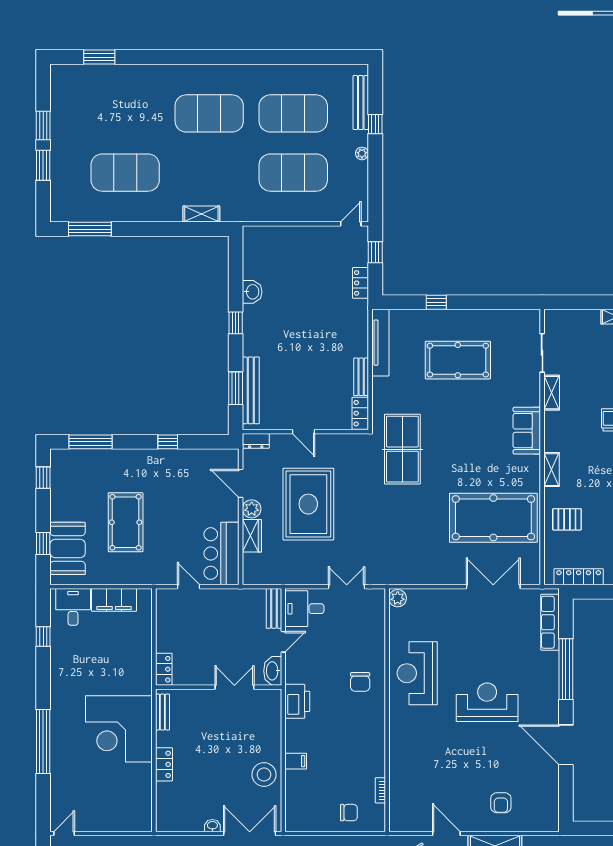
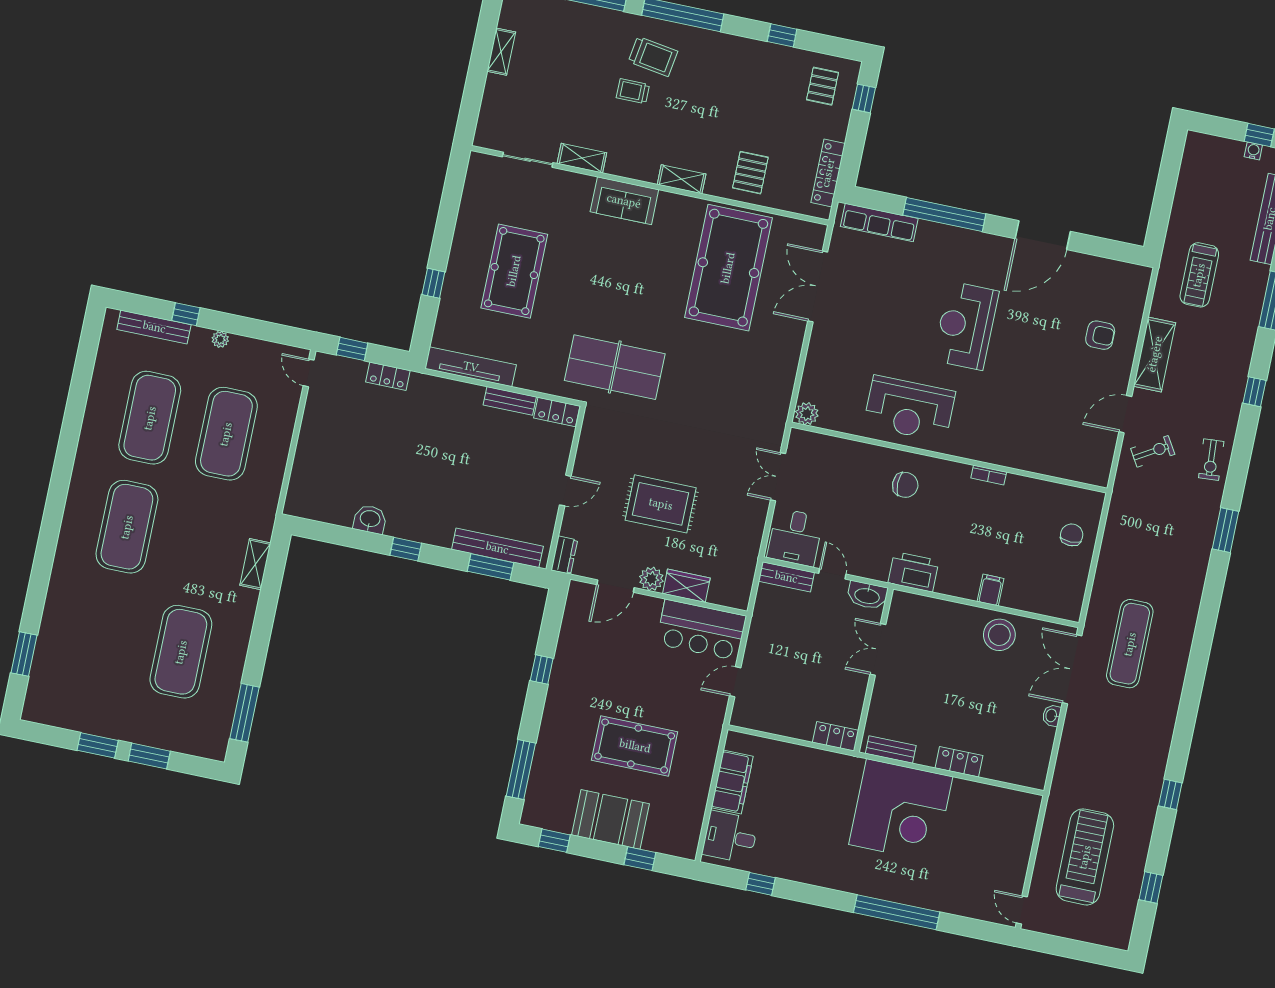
rug: (308, 504) -> (661, 504), width x0.73, depth x0.69
booth: (68, 548) -> (611, 819), moved
bookcase: (380, 790) -> (989, 475), moved

